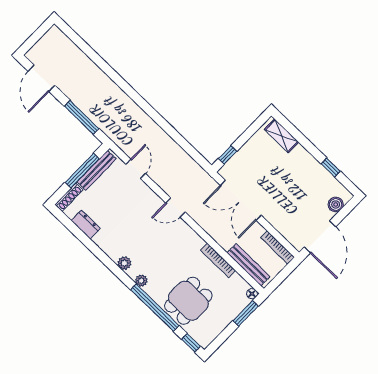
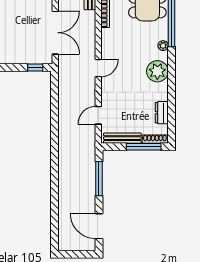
door: (41, 78) -> (99, 226), swing flipped
window: (82, 171) -> (144, 147), moved
door: (175, 207) -> (98, 68), hinge flipped
plant: (124, 263) -> (157, 71), width x1.87, depth x1.87

